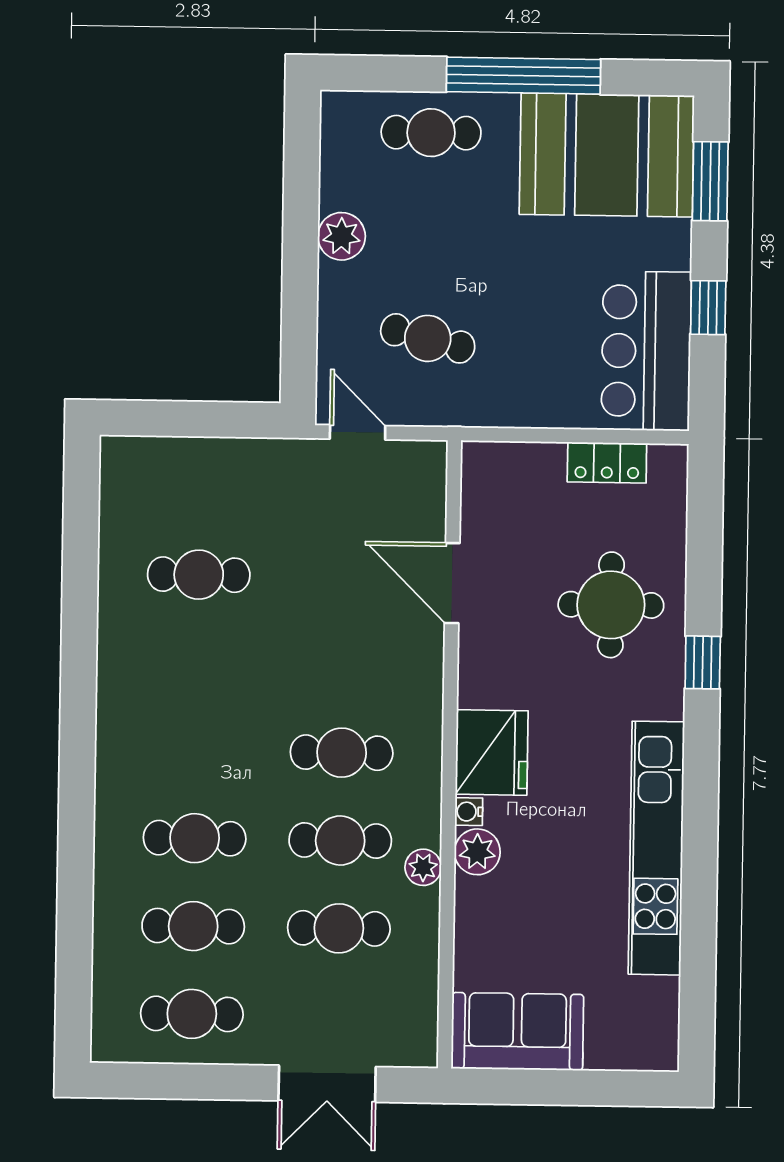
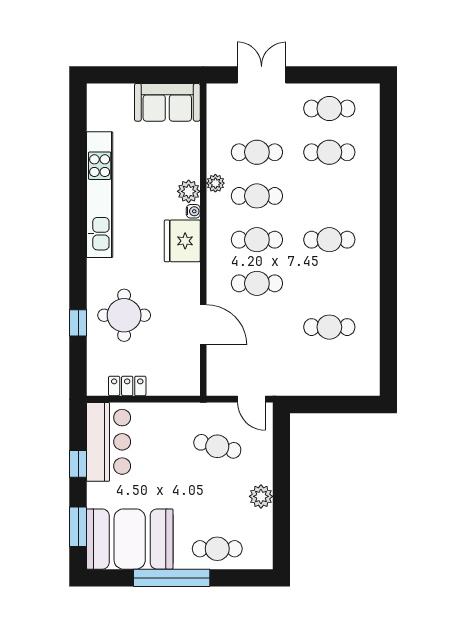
window: (703, 662) -> (78, 323), moved
cafe table: (343, 665) -> (257, 283), added
cafe table: (195, 838) -> (329, 240), moved

